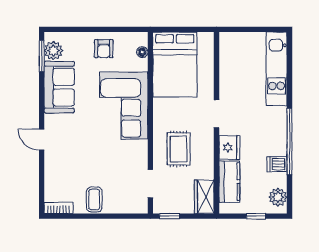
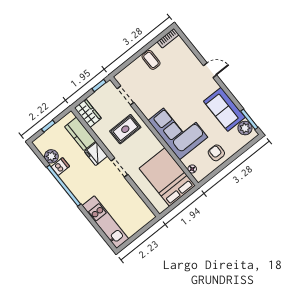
rug: (179, 149) -> (125, 129), turned 90
plant: (278, 197) -> (51, 156), moved

